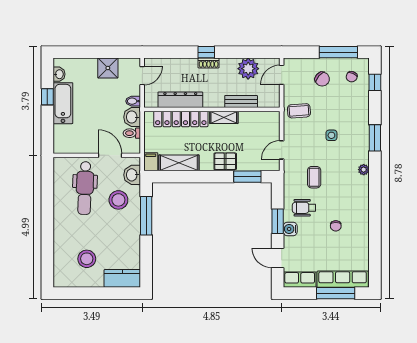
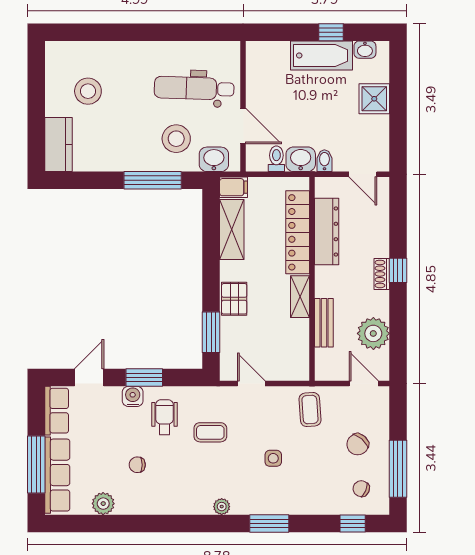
shower: (108, 68) -> (374, 99), moved
door: (110, 155) -> (243, 126), hinge flipped
plant: (362, 249) -> (103, 504), added

